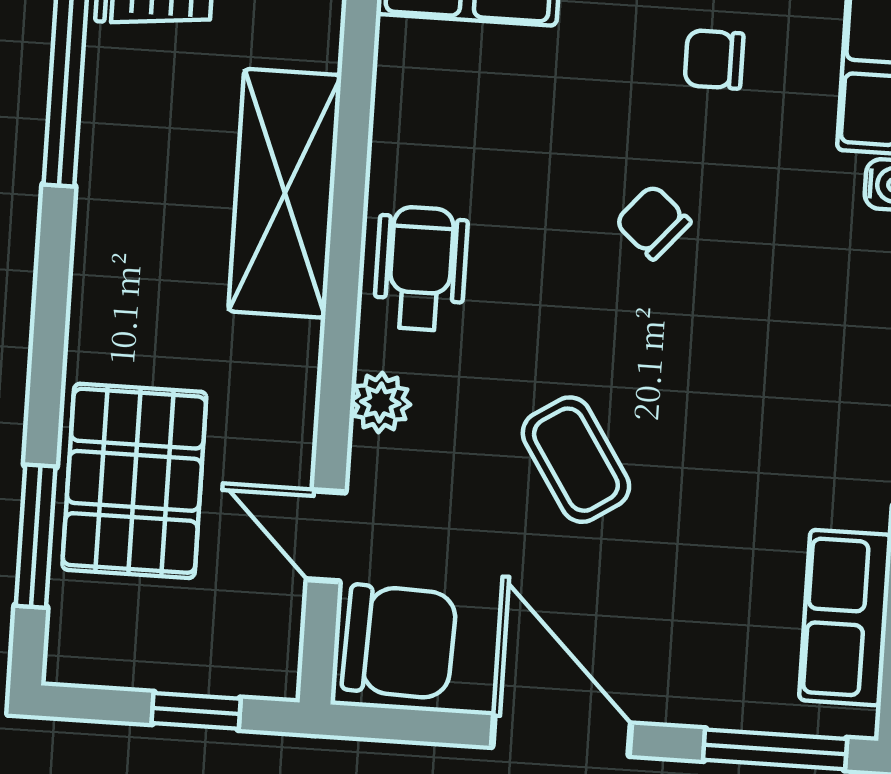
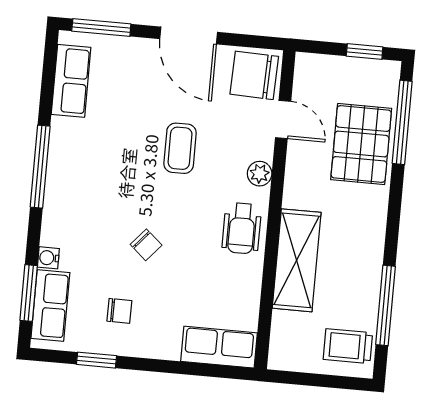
coffee table: (576, 460) -> (180, 148), turned 33
window: (36, 536) -> (402, 122), width x1.44
window: (196, 711) -> (365, 51), moved

